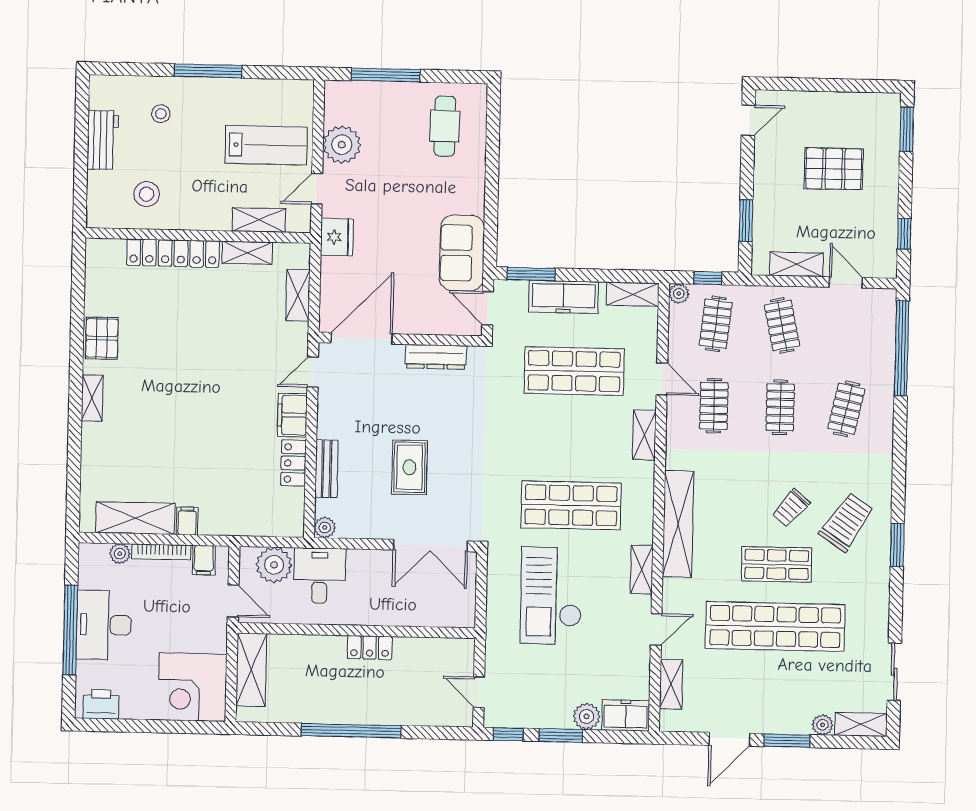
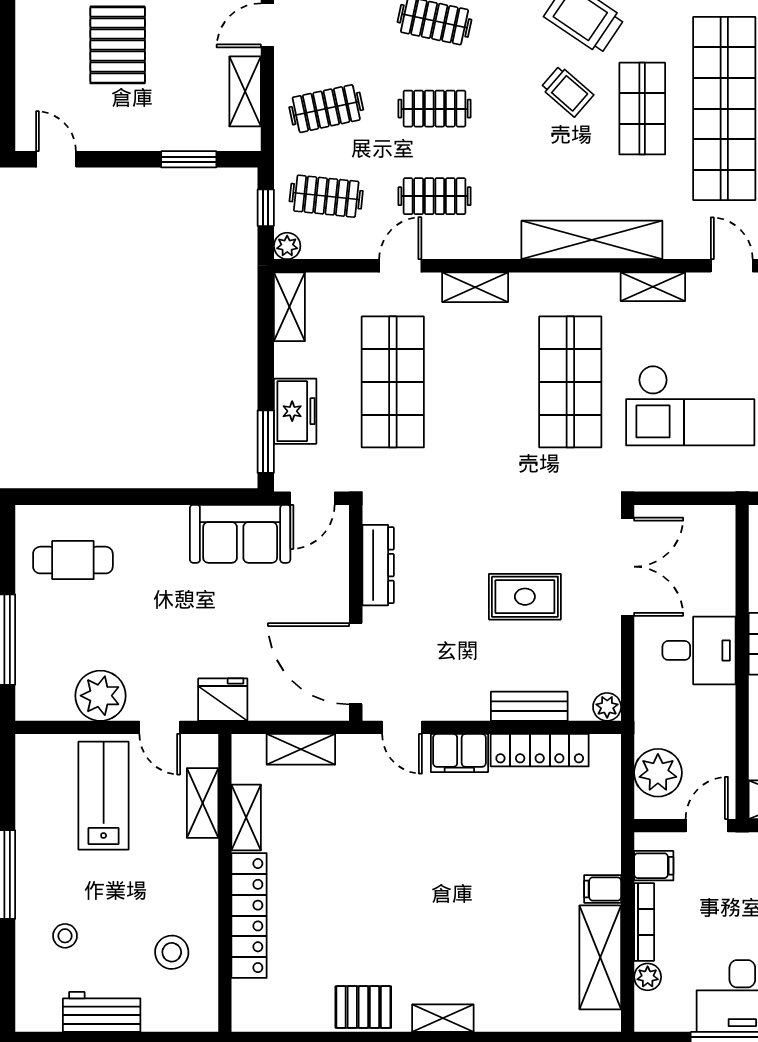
freezer: (564, 297) -> (295, 411), width x0.71
locker: (293, 463) -> (540, 750), width x1.53
desk: (319, 576) -> (699, 650), moved, turned 180

